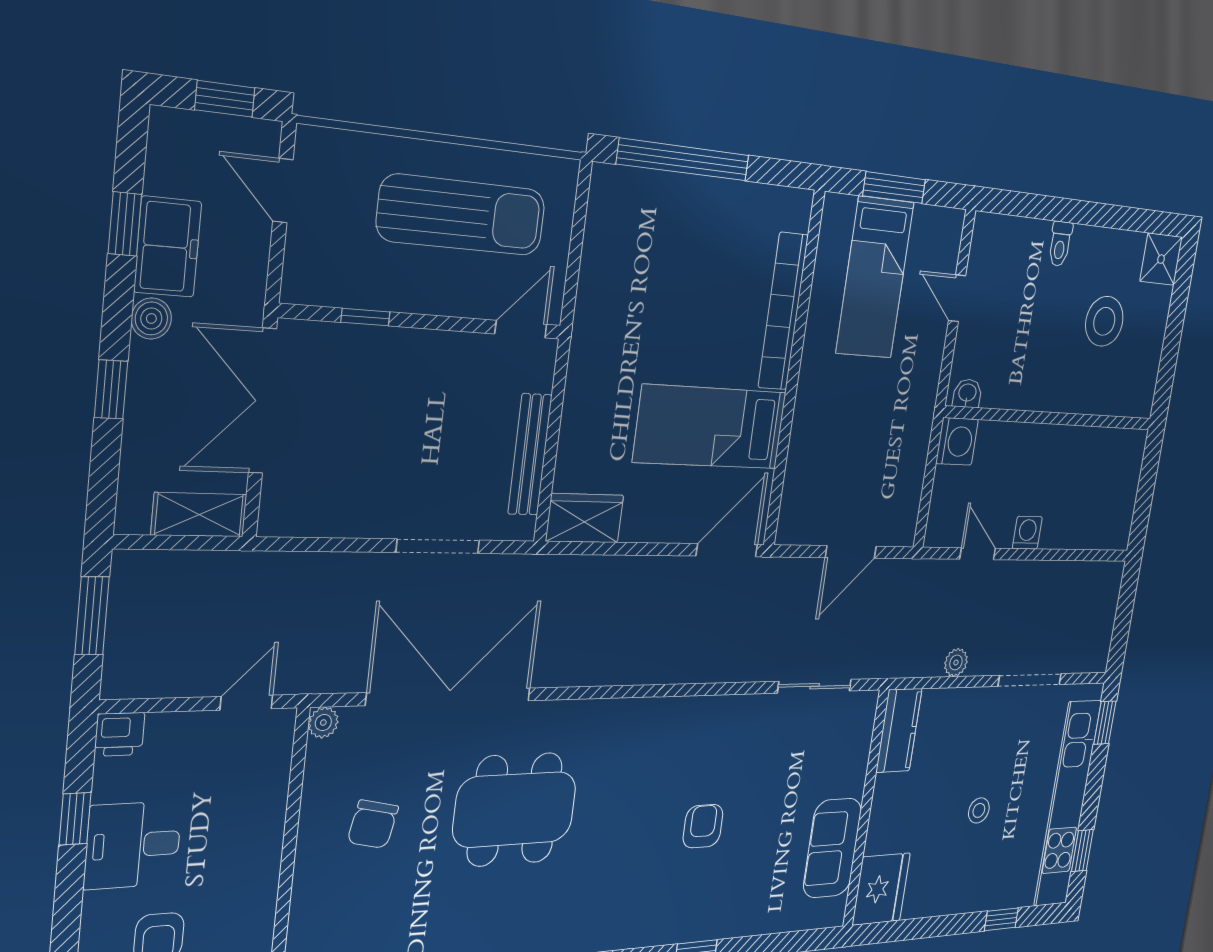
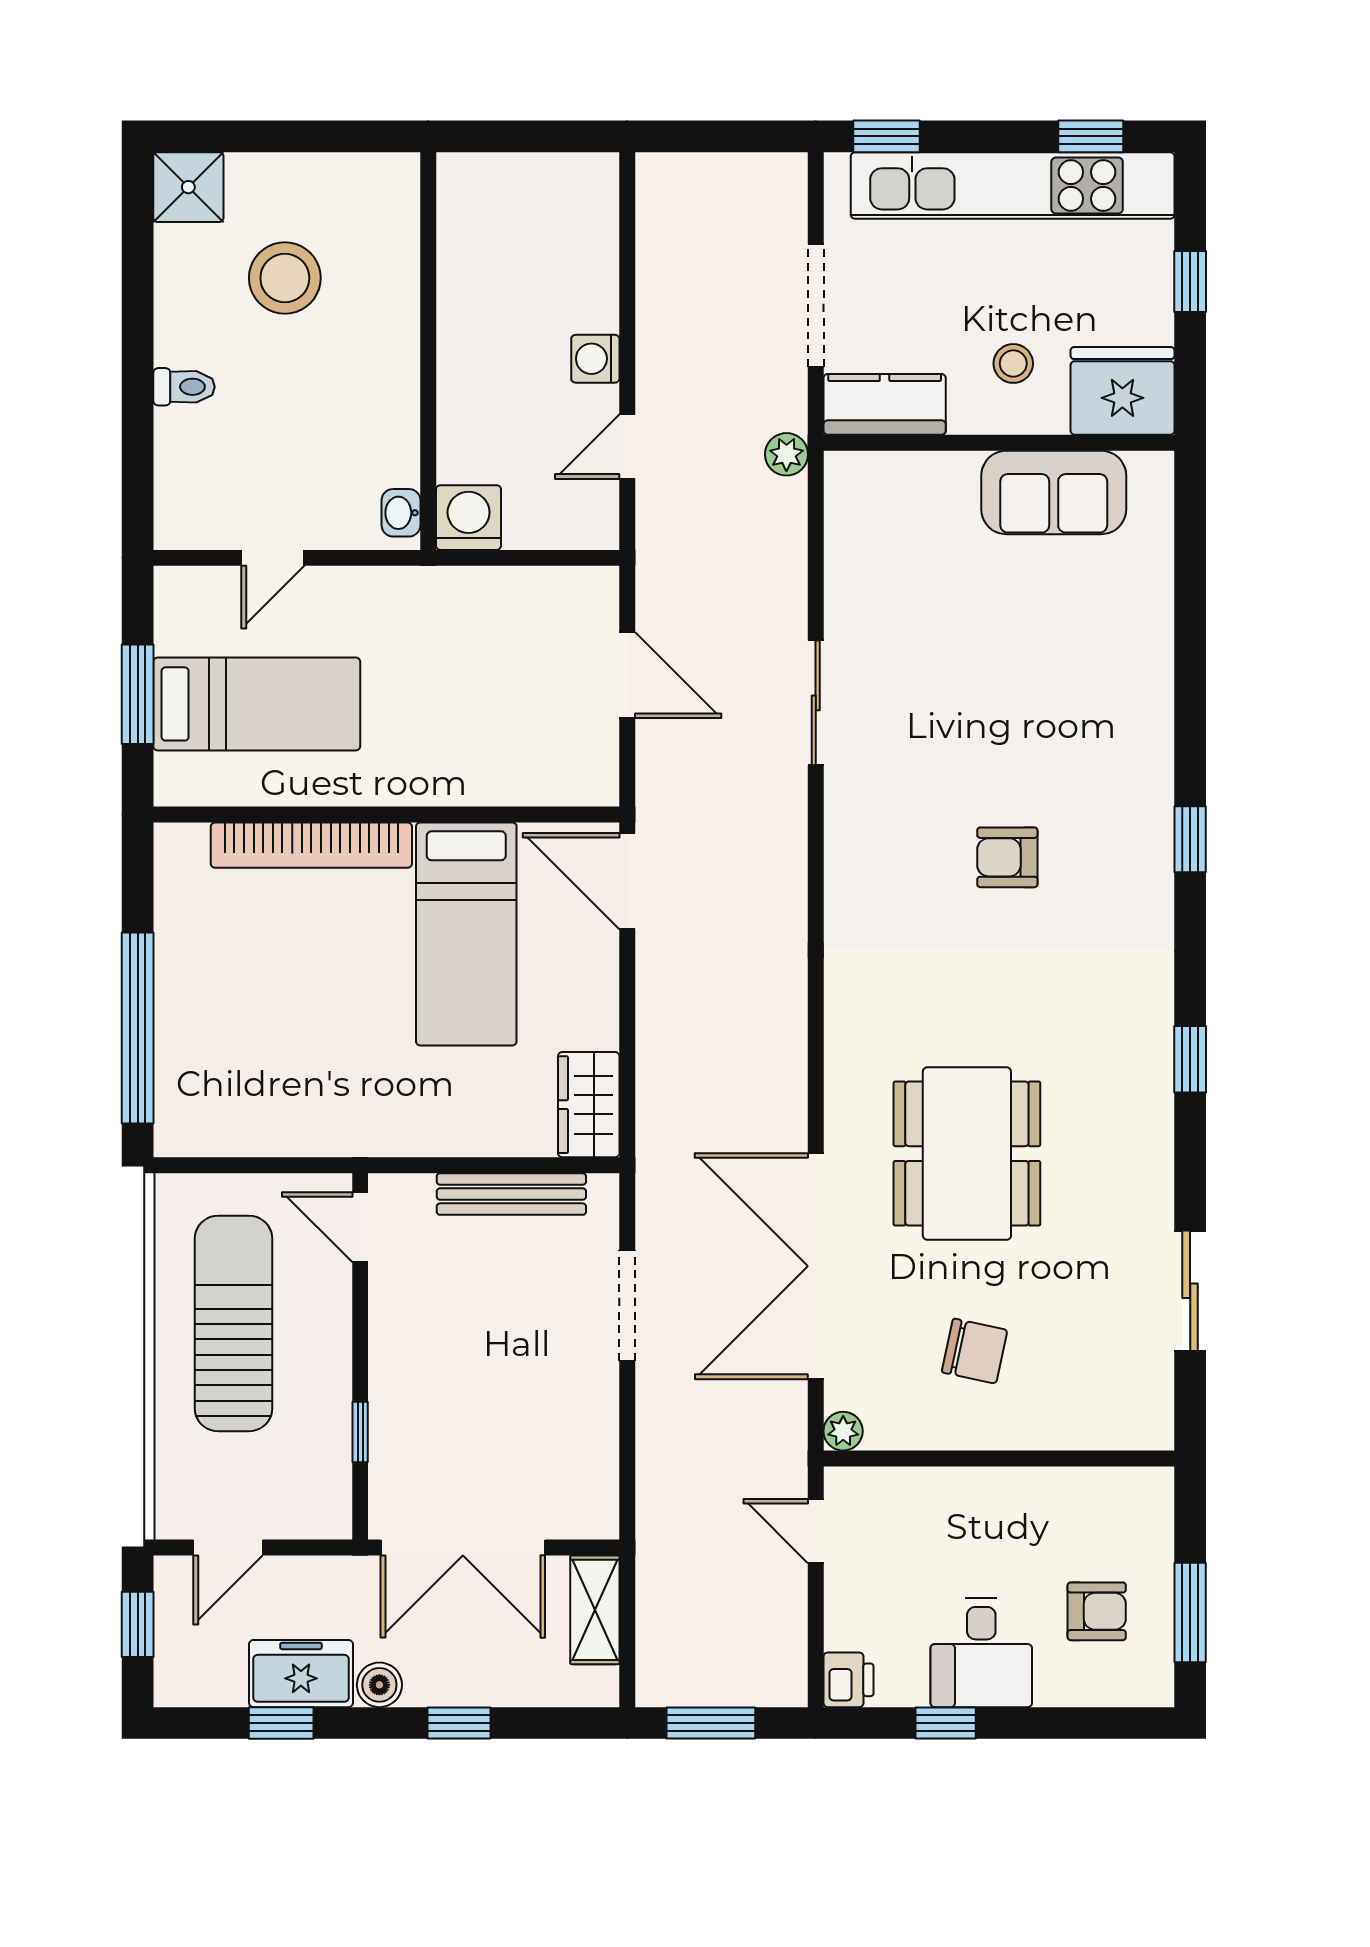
kitchen counter: (899, 731) -> (885, 404), moved
wall: (866, 809) -> (999, 443), moved
sofa: (832, 848) -> (1054, 492), moved
fridge: (881, 889) -> (1122, 391), moved

